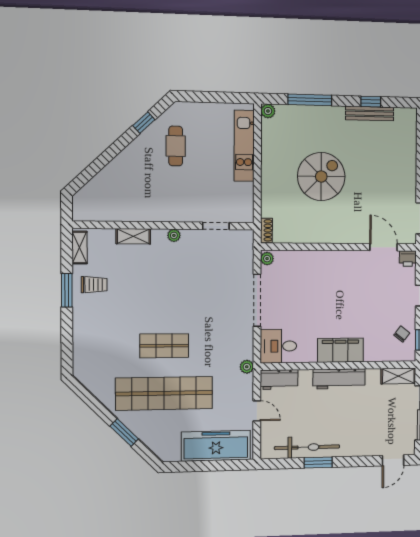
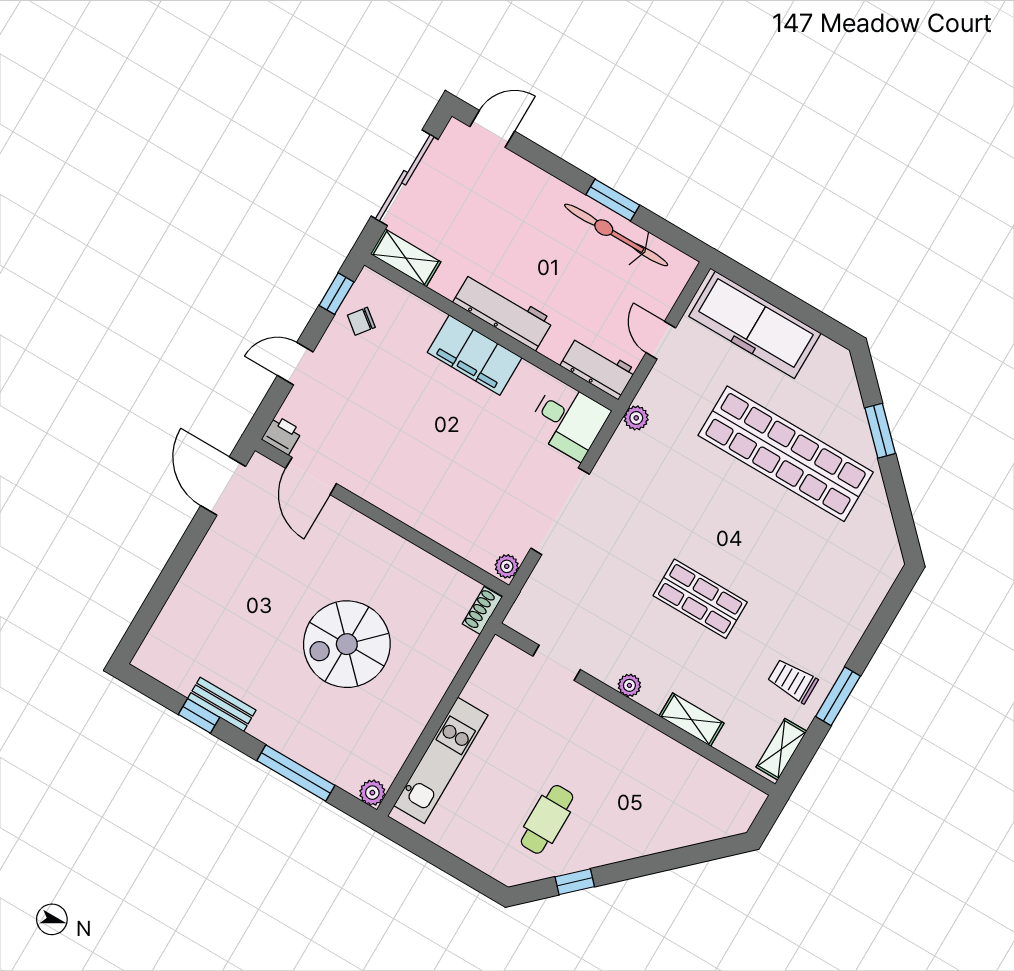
bench: (370, 113) -> (222, 704), width x0.73
shop shelf: (164, 346) -> (700, 599), moved

